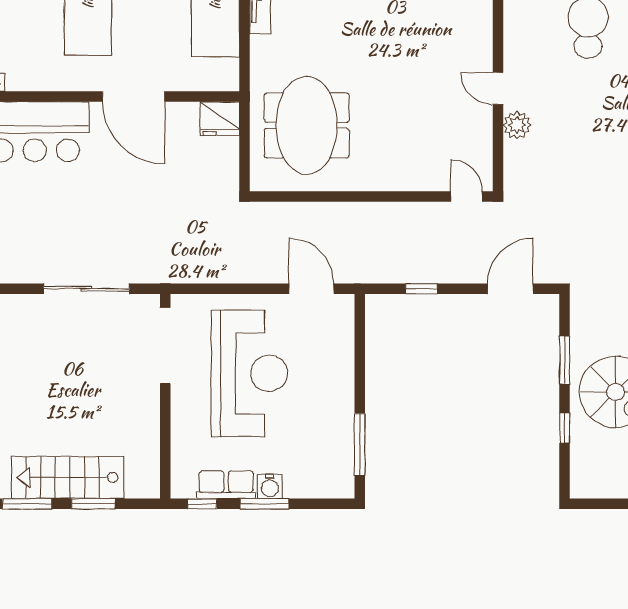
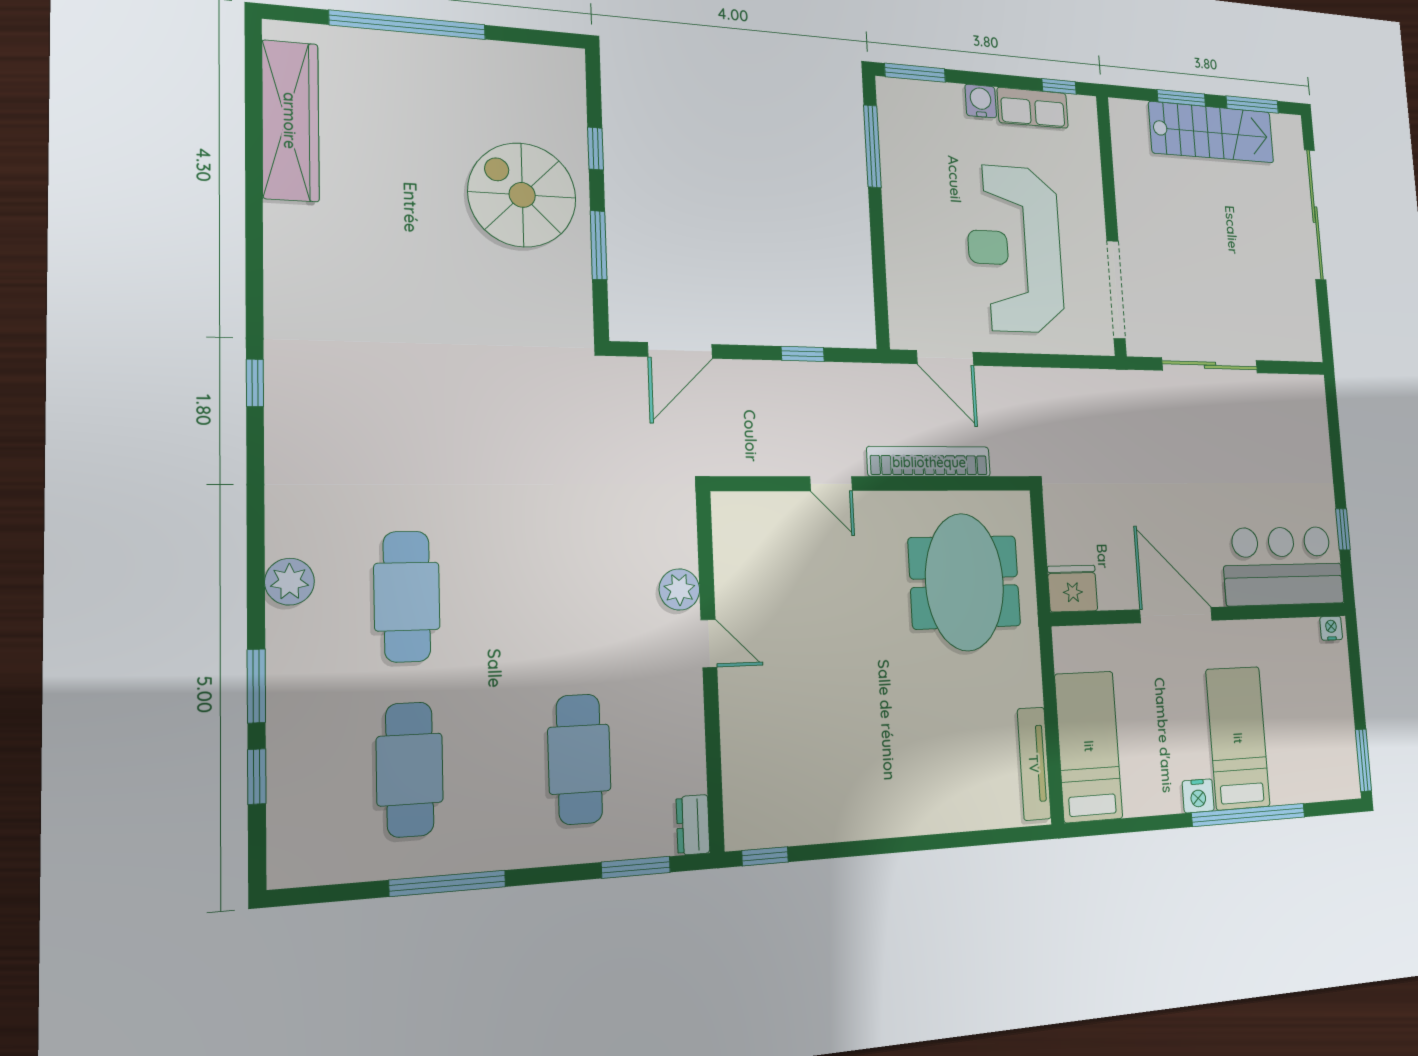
door: (467, 196) -> (831, 484), moved
bookcase: (329, 212) -> (929, 462), added
window: (264, 504) -> (915, 73), moved

